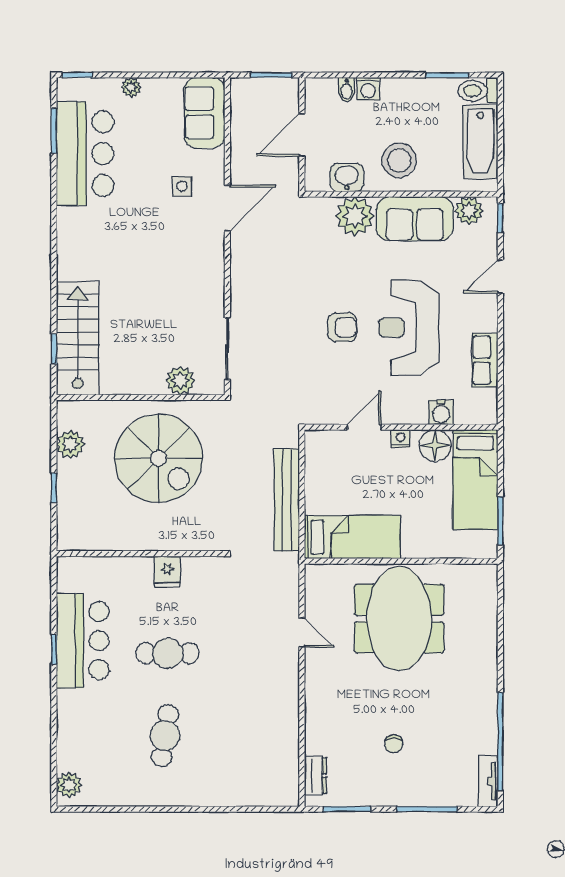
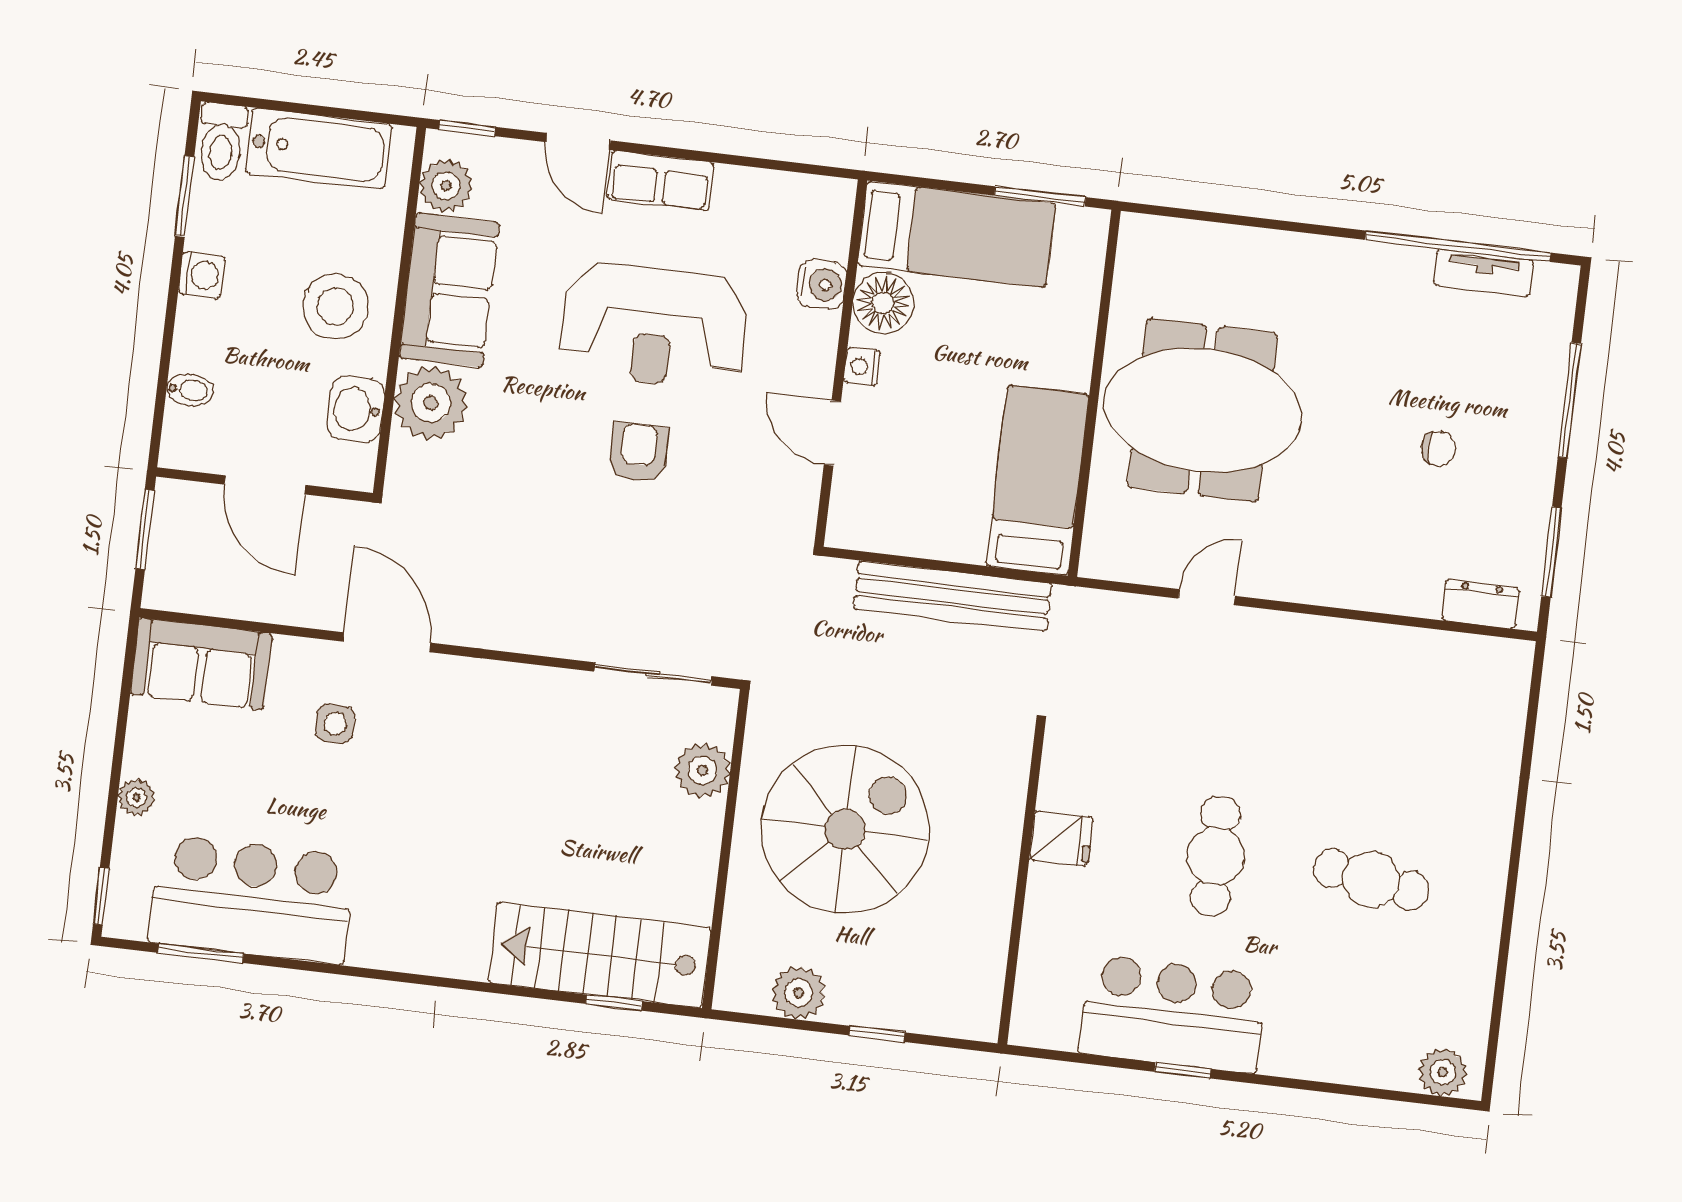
washing machine: (368, 89) -> (202, 275), moved
row of seats: (485, 360) -> (660, 181), moved
tv unit: (488, 781) -> (1484, 273), moved

